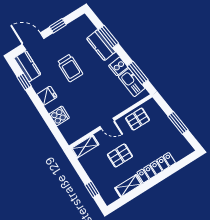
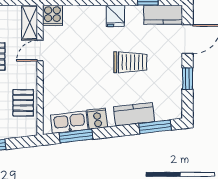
window: (108, 37) -> (155, 127), moved
trolley: (70, 68) -> (130, 62), turned 180
cooker: (59, 116) -> (52, 15), moved
door: (107, 124) -> (40, 51), moved

